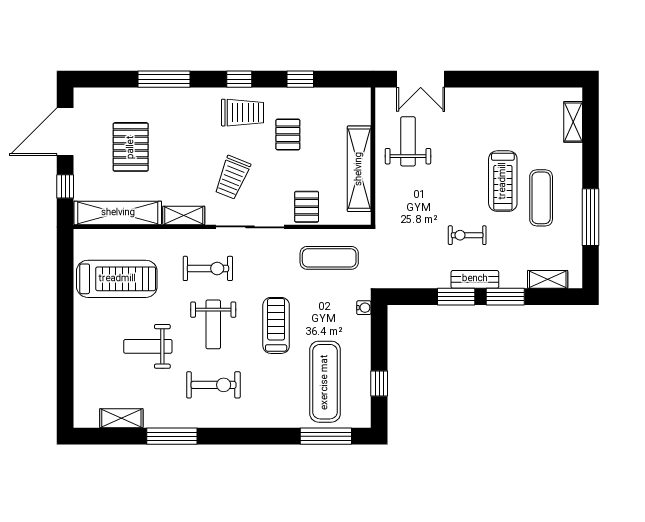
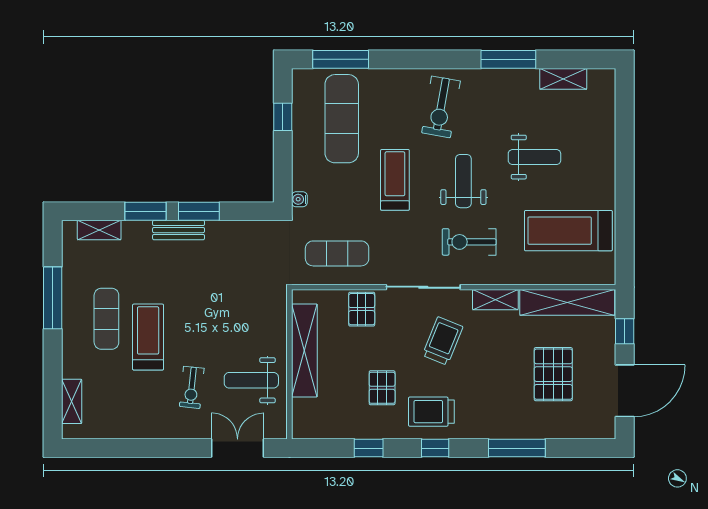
weight bench: (408, 141) -> (251, 380), turned 90
exercise bike: (467, 235) -> (192, 387), moved, turned 96
treadmill: (276, 325) -> (395, 180), turned 180
exercise bike: (213, 385) -> (441, 107), moved, turned -80

